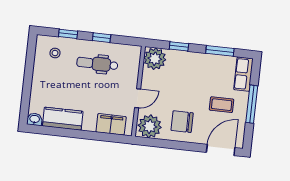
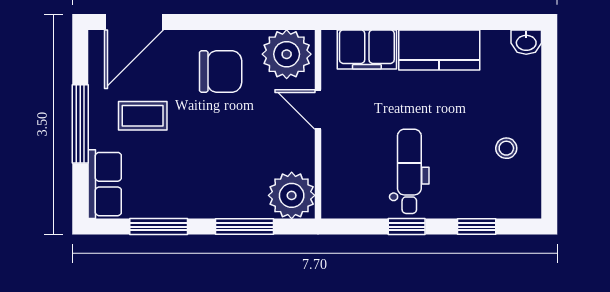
window: (179, 46) -> (244, 227), width x1.50
stool: (55, 53) -> (506, 148), moved
dental chair: (97, 64) -> (409, 171), turned -90
door: (138, 98) -> (318, 110), hinge flipped
kitchen counter: (63, 119) -> (439, 50), moved

